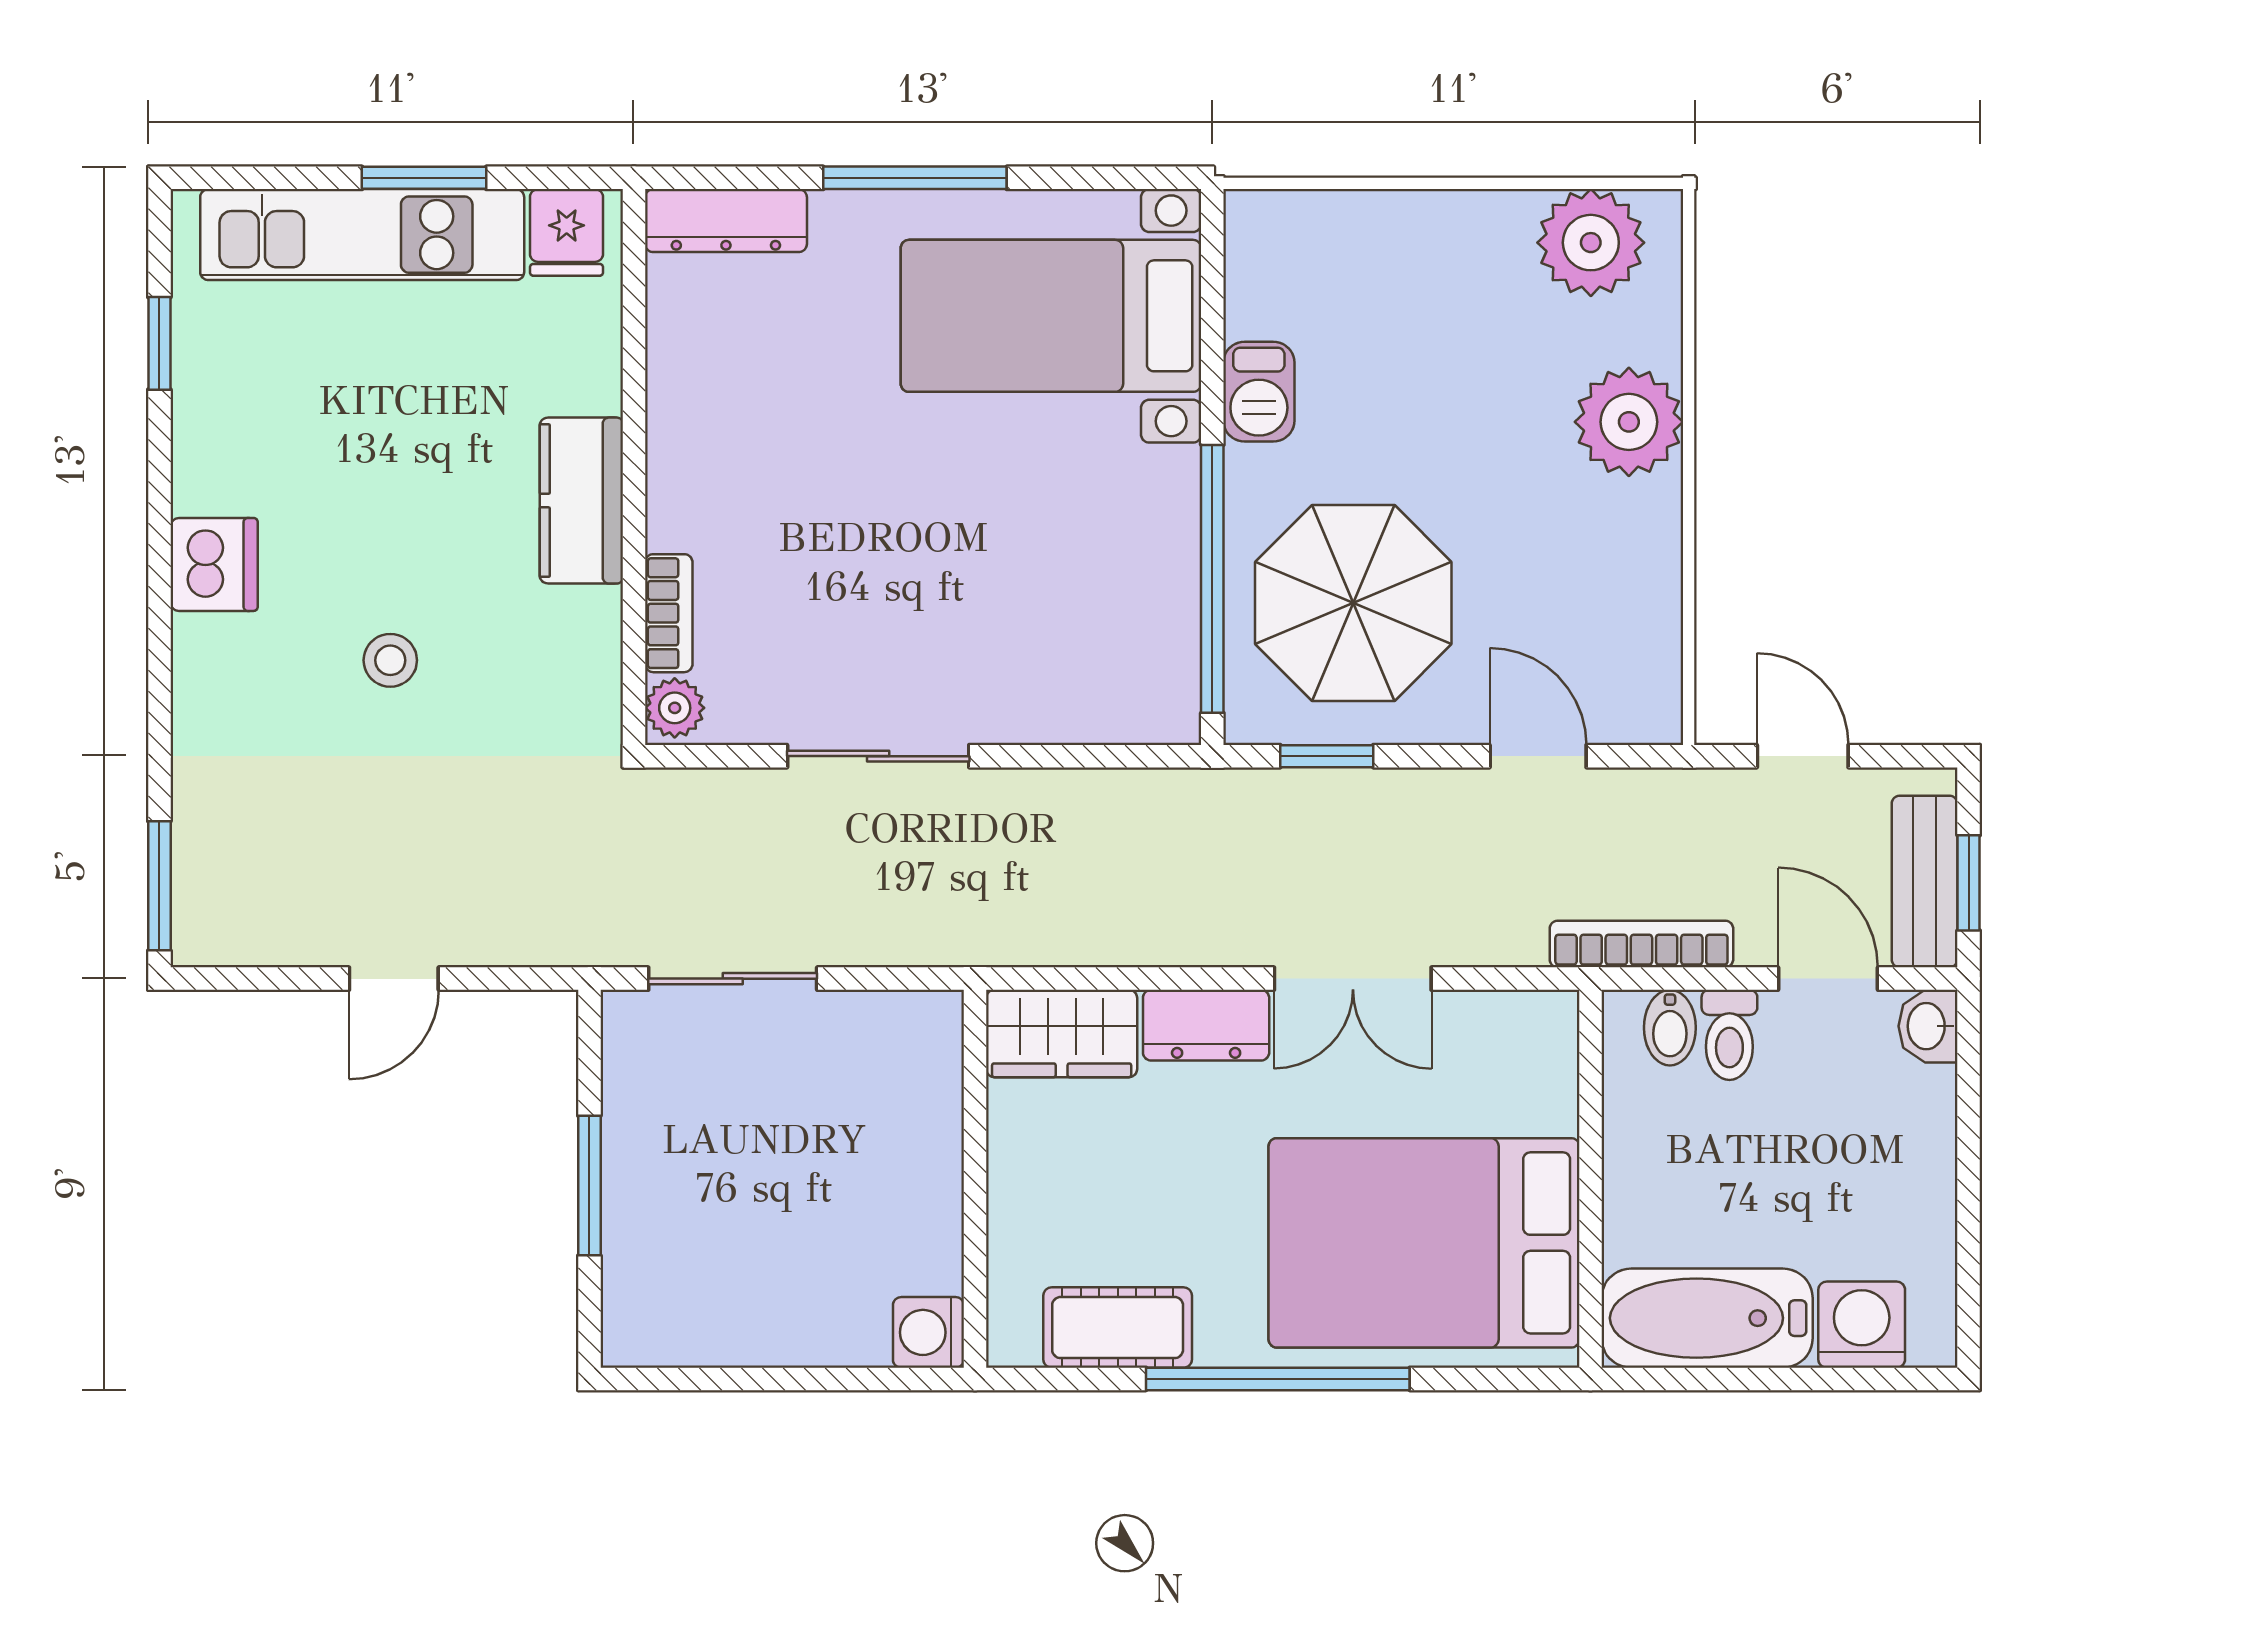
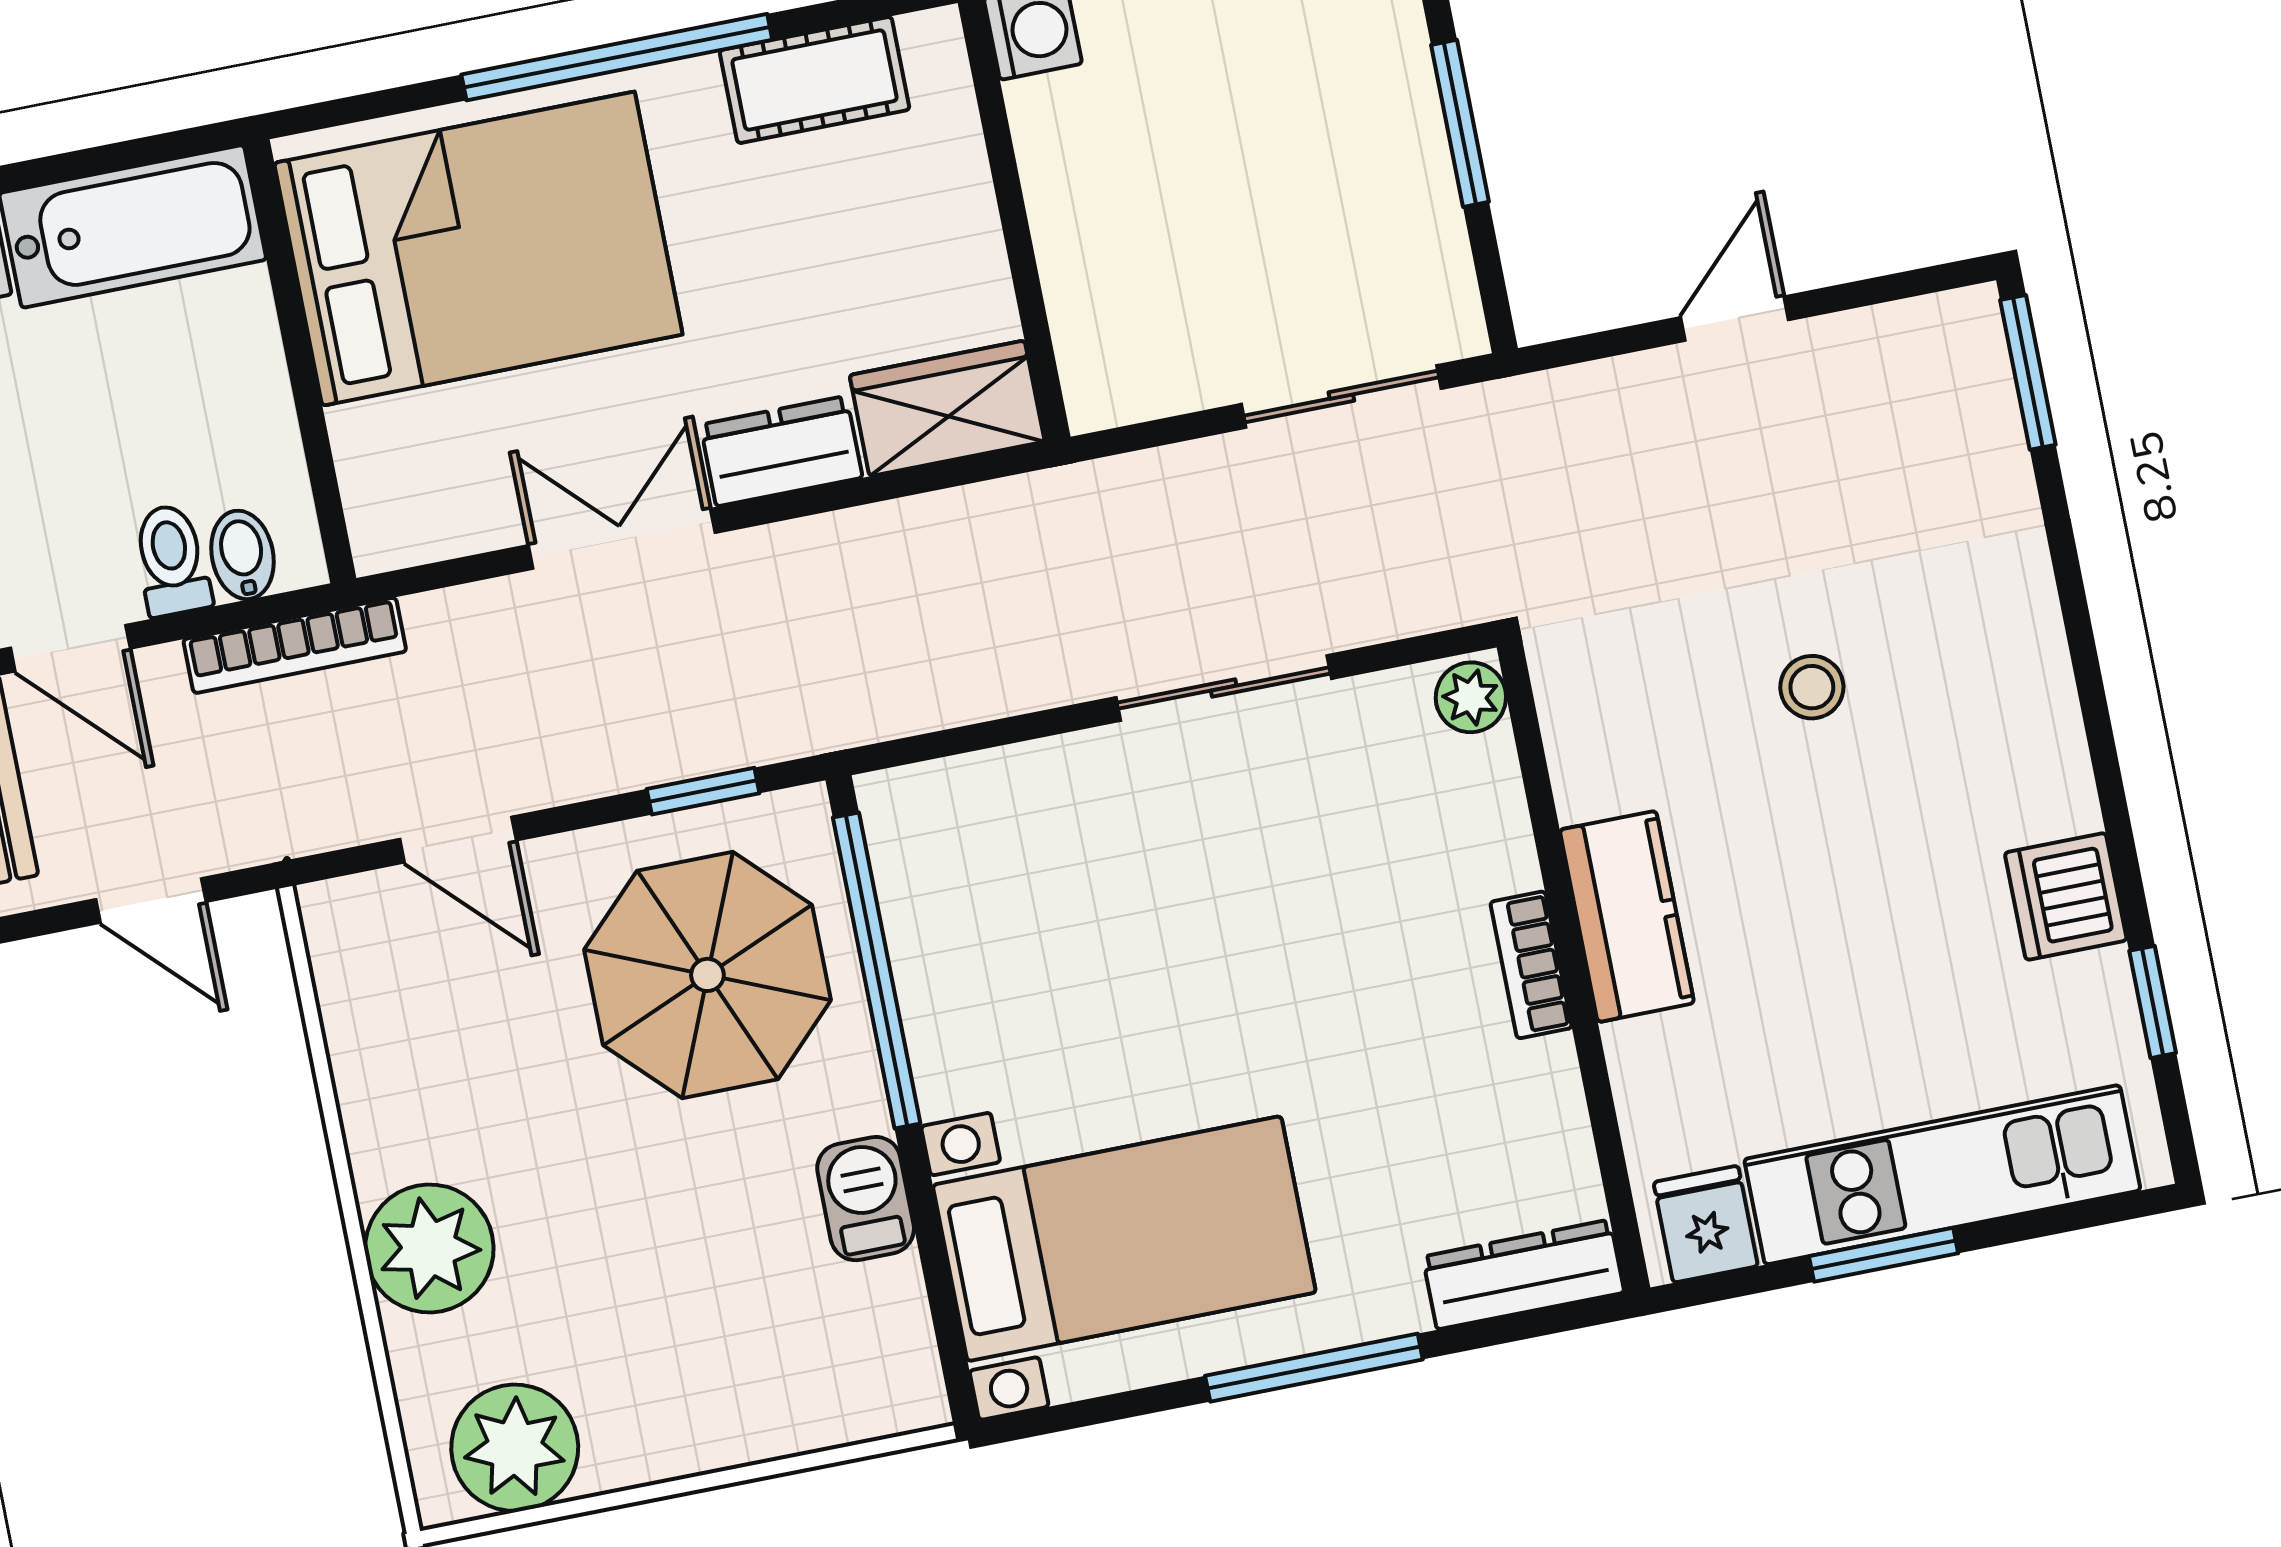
dishwasher: (214, 564) -> (2066, 896), moved
bookcase: (669, 613) -> (1531, 965), moved

